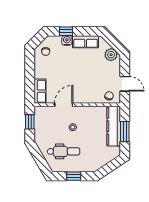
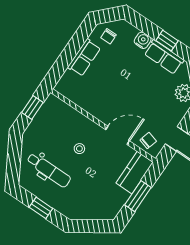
window: (66, 31) -> (167, 41), moved
row of seats: (40, 91) -> (84, 58), moved
door: (64, 105) -> (117, 135), moved
kitchen counter: (114, 126) -> (135, 173), width x0.67

